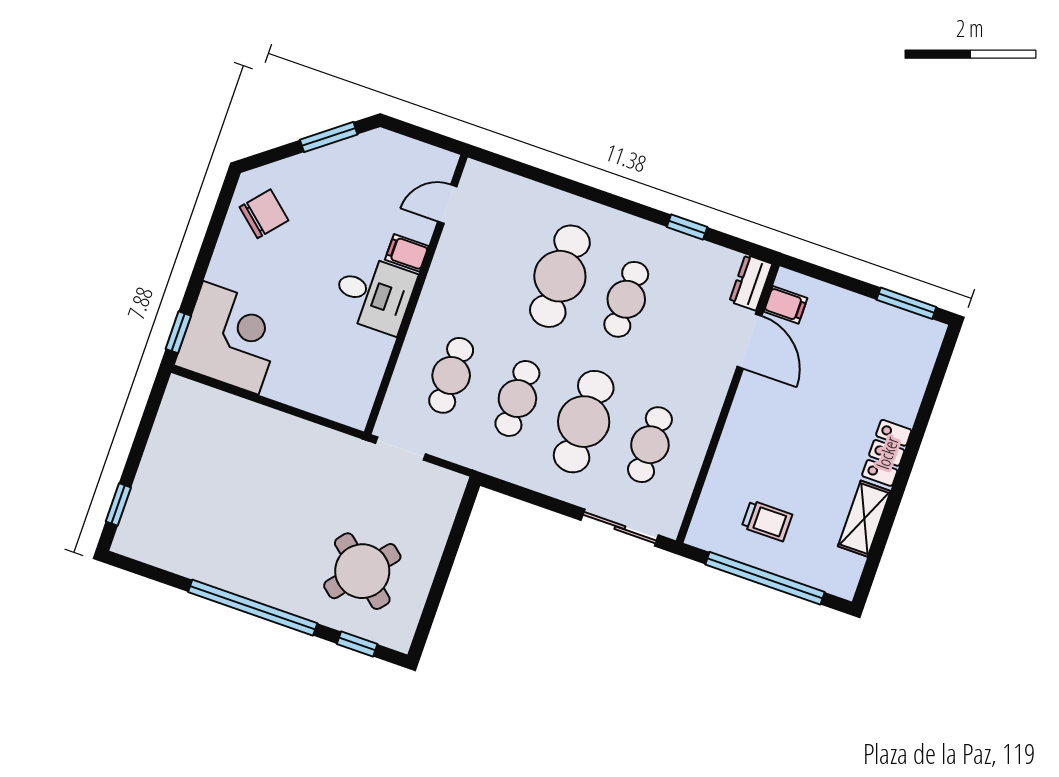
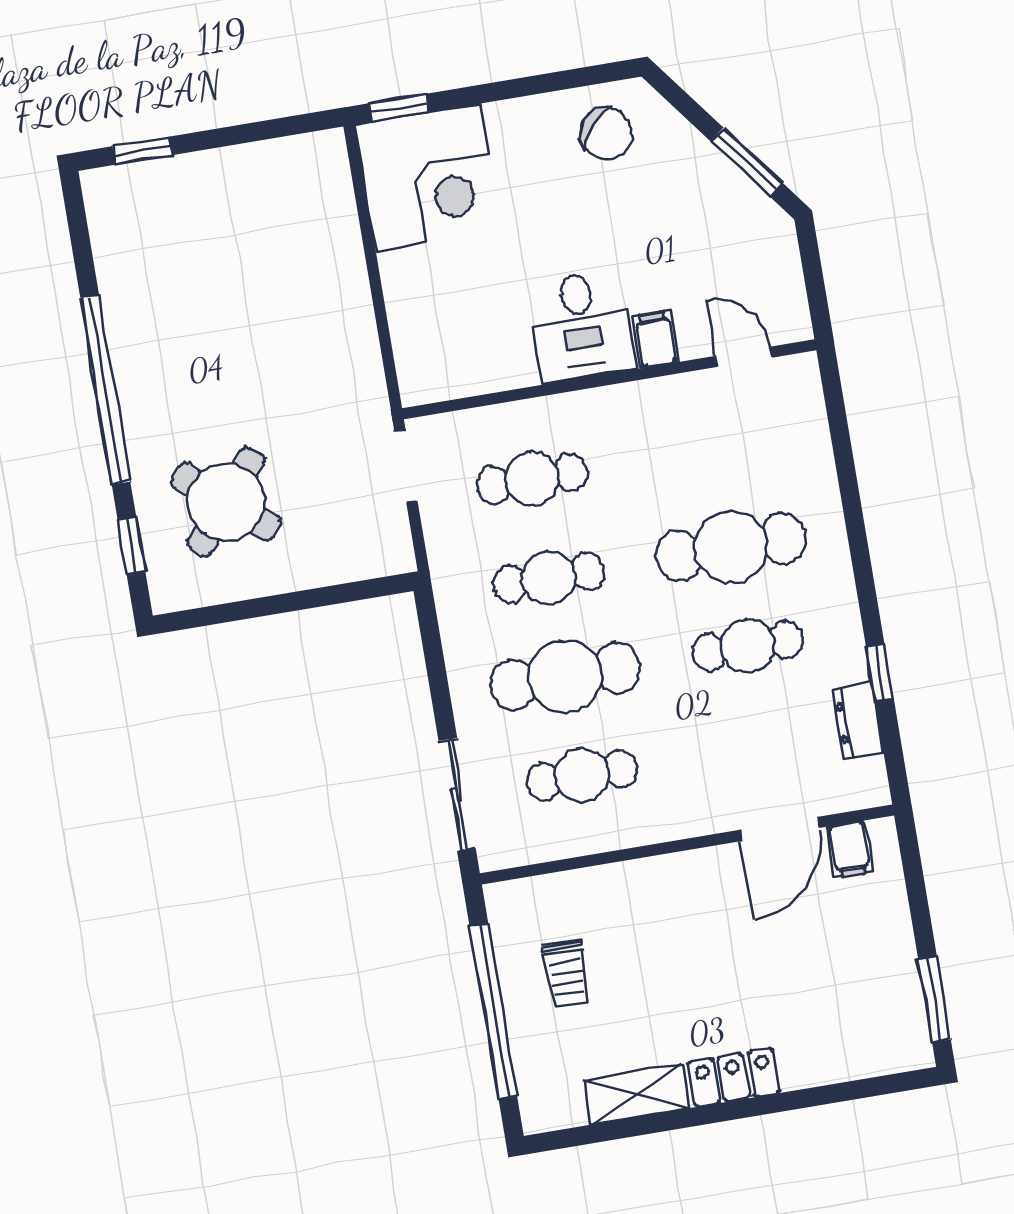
dresser: (751, 283) -> (858, 721), moved, turned -90

